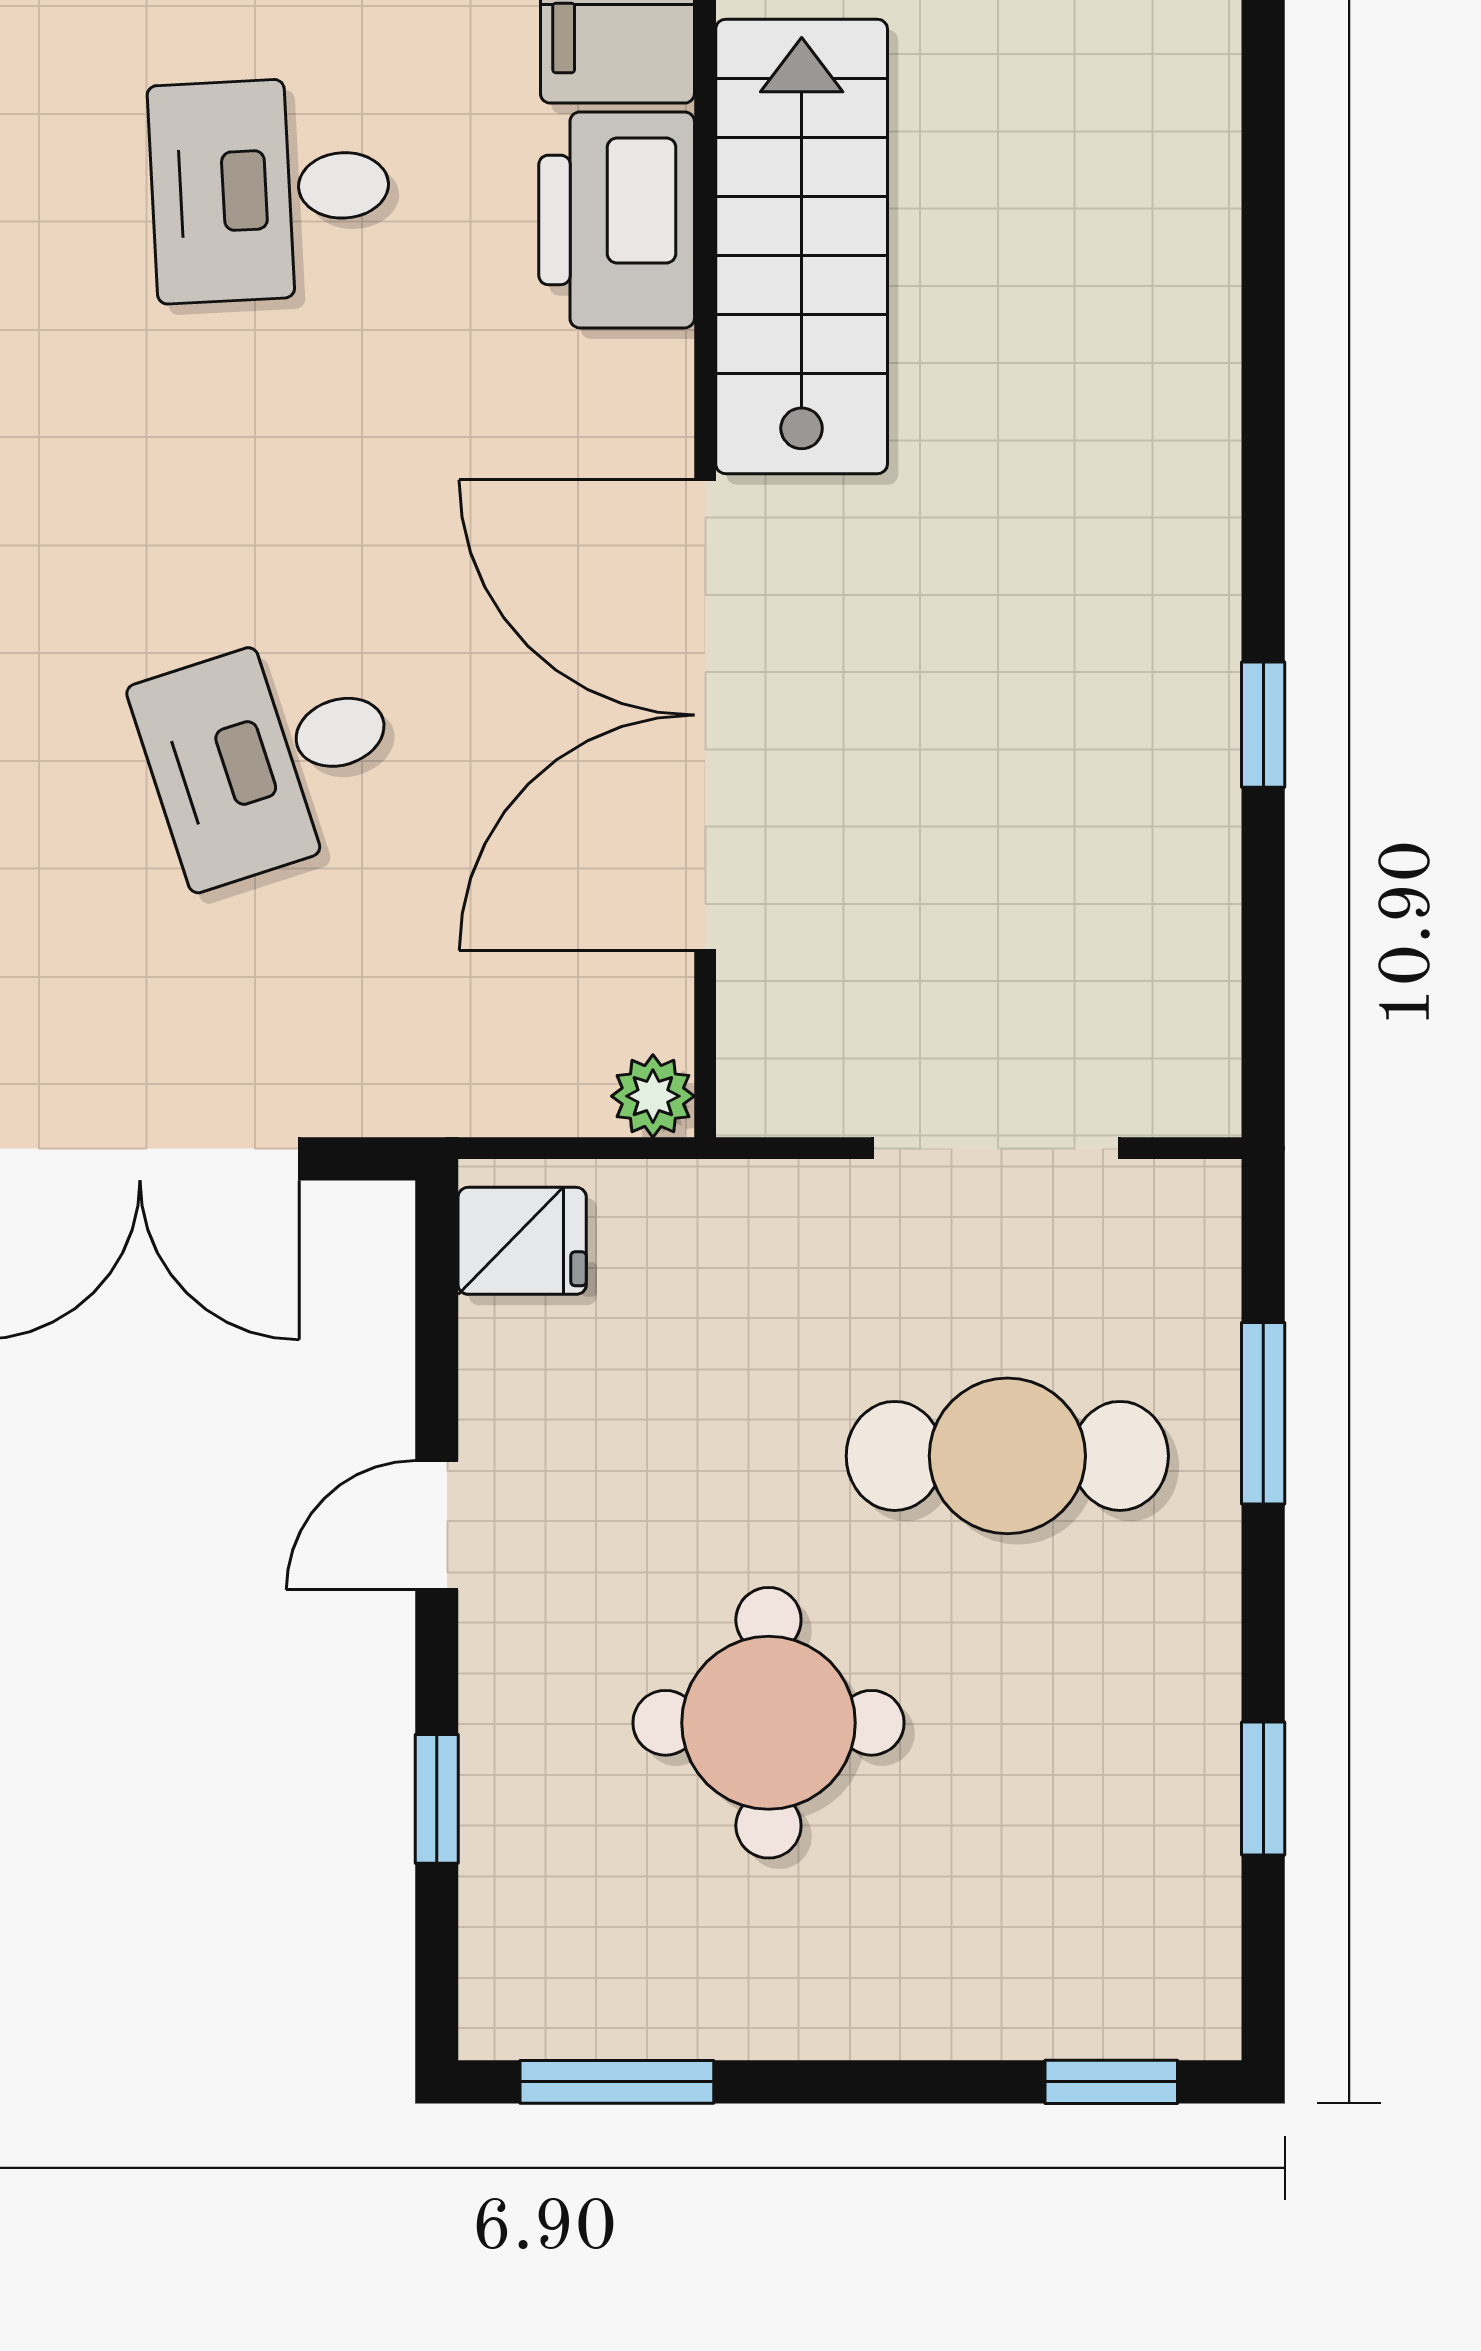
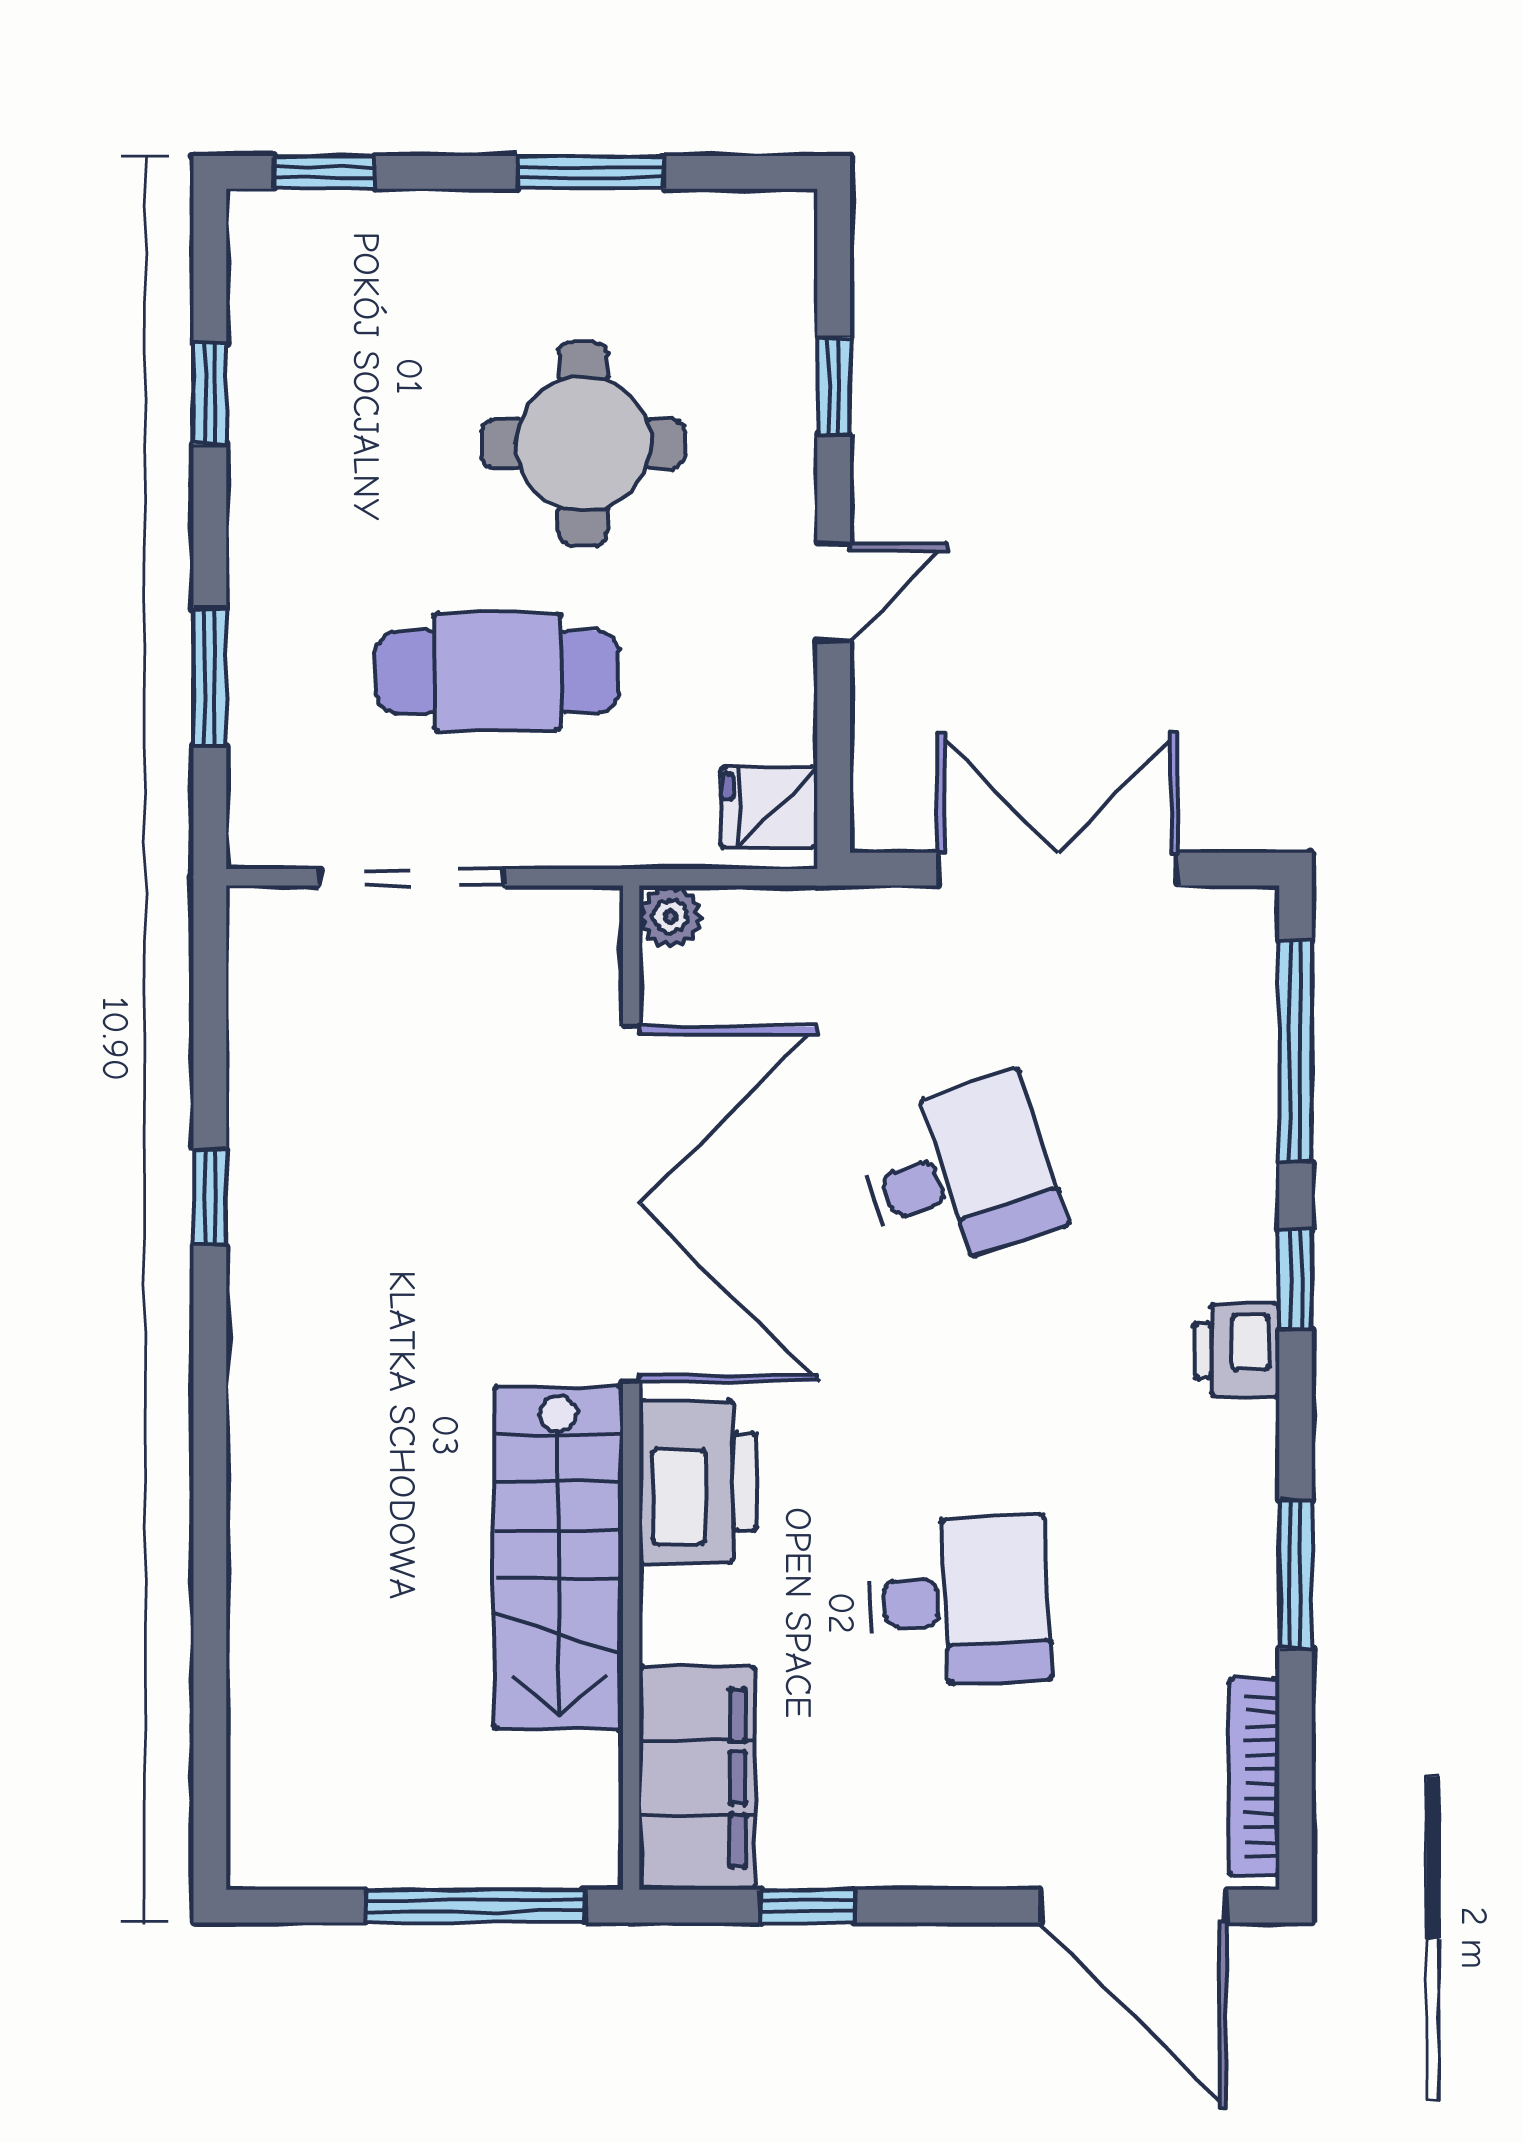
printer: (617, 220) -> (698, 1482), moved
cafe table: (1007, 1456) -> (497, 672), moved
window: (617, 2082) -> (591, 172), moved

